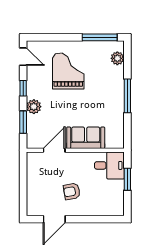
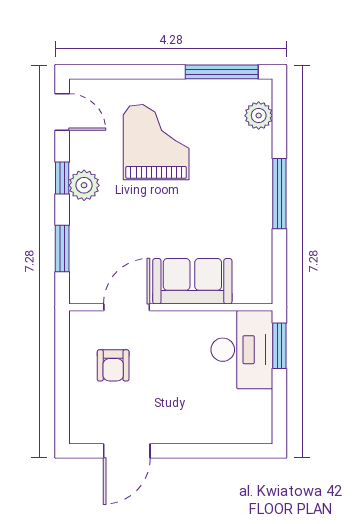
plant: (34, 107) -> (84, 185), moved
desk: (109, 165) -> (242, 350), width x1.37
window: (127, 179) -> (279, 346), moved
armchair: (72, 191) -> (113, 365), moved, turned -80

